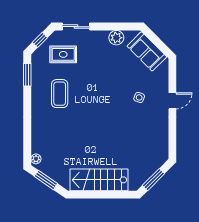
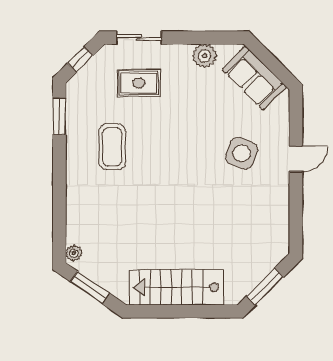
rug: (63, 54) -> (139, 83), moved
side table: (139, 97) -> (242, 153), width x1.87, depth x1.87

